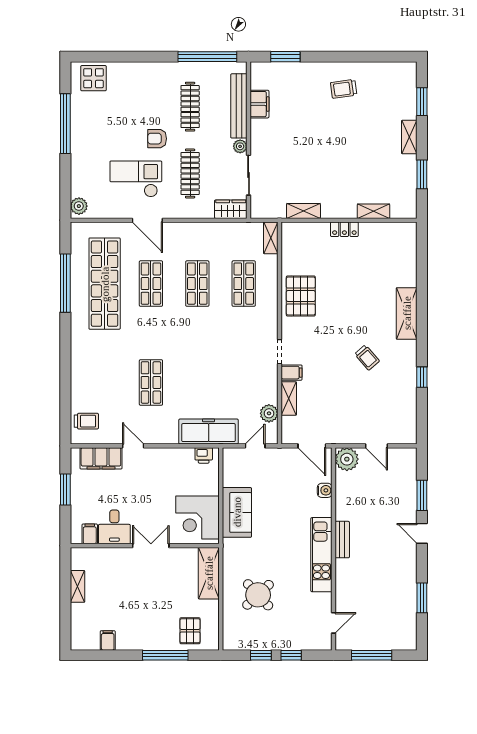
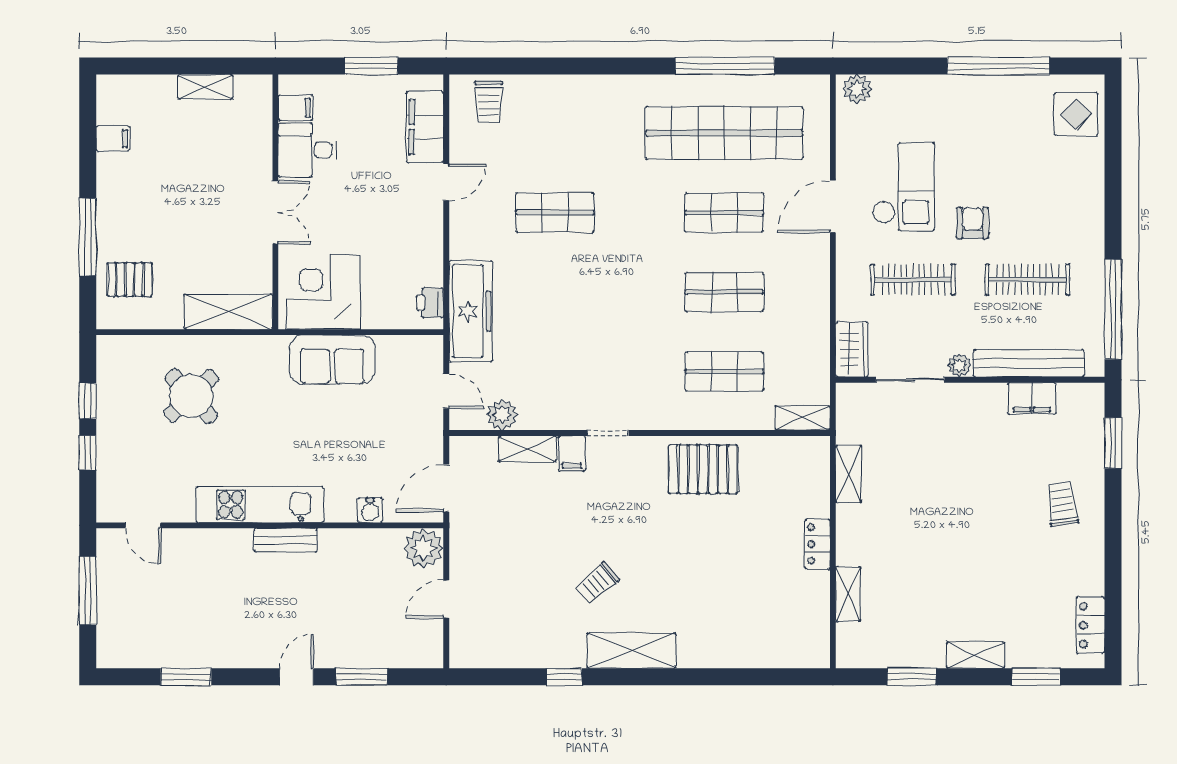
locker: (392, 70) -> (1090, 625), added
trolley: (344, 89) -> (1062, 504), moved
shelving: (407, 313) -> (632, 651), moved

